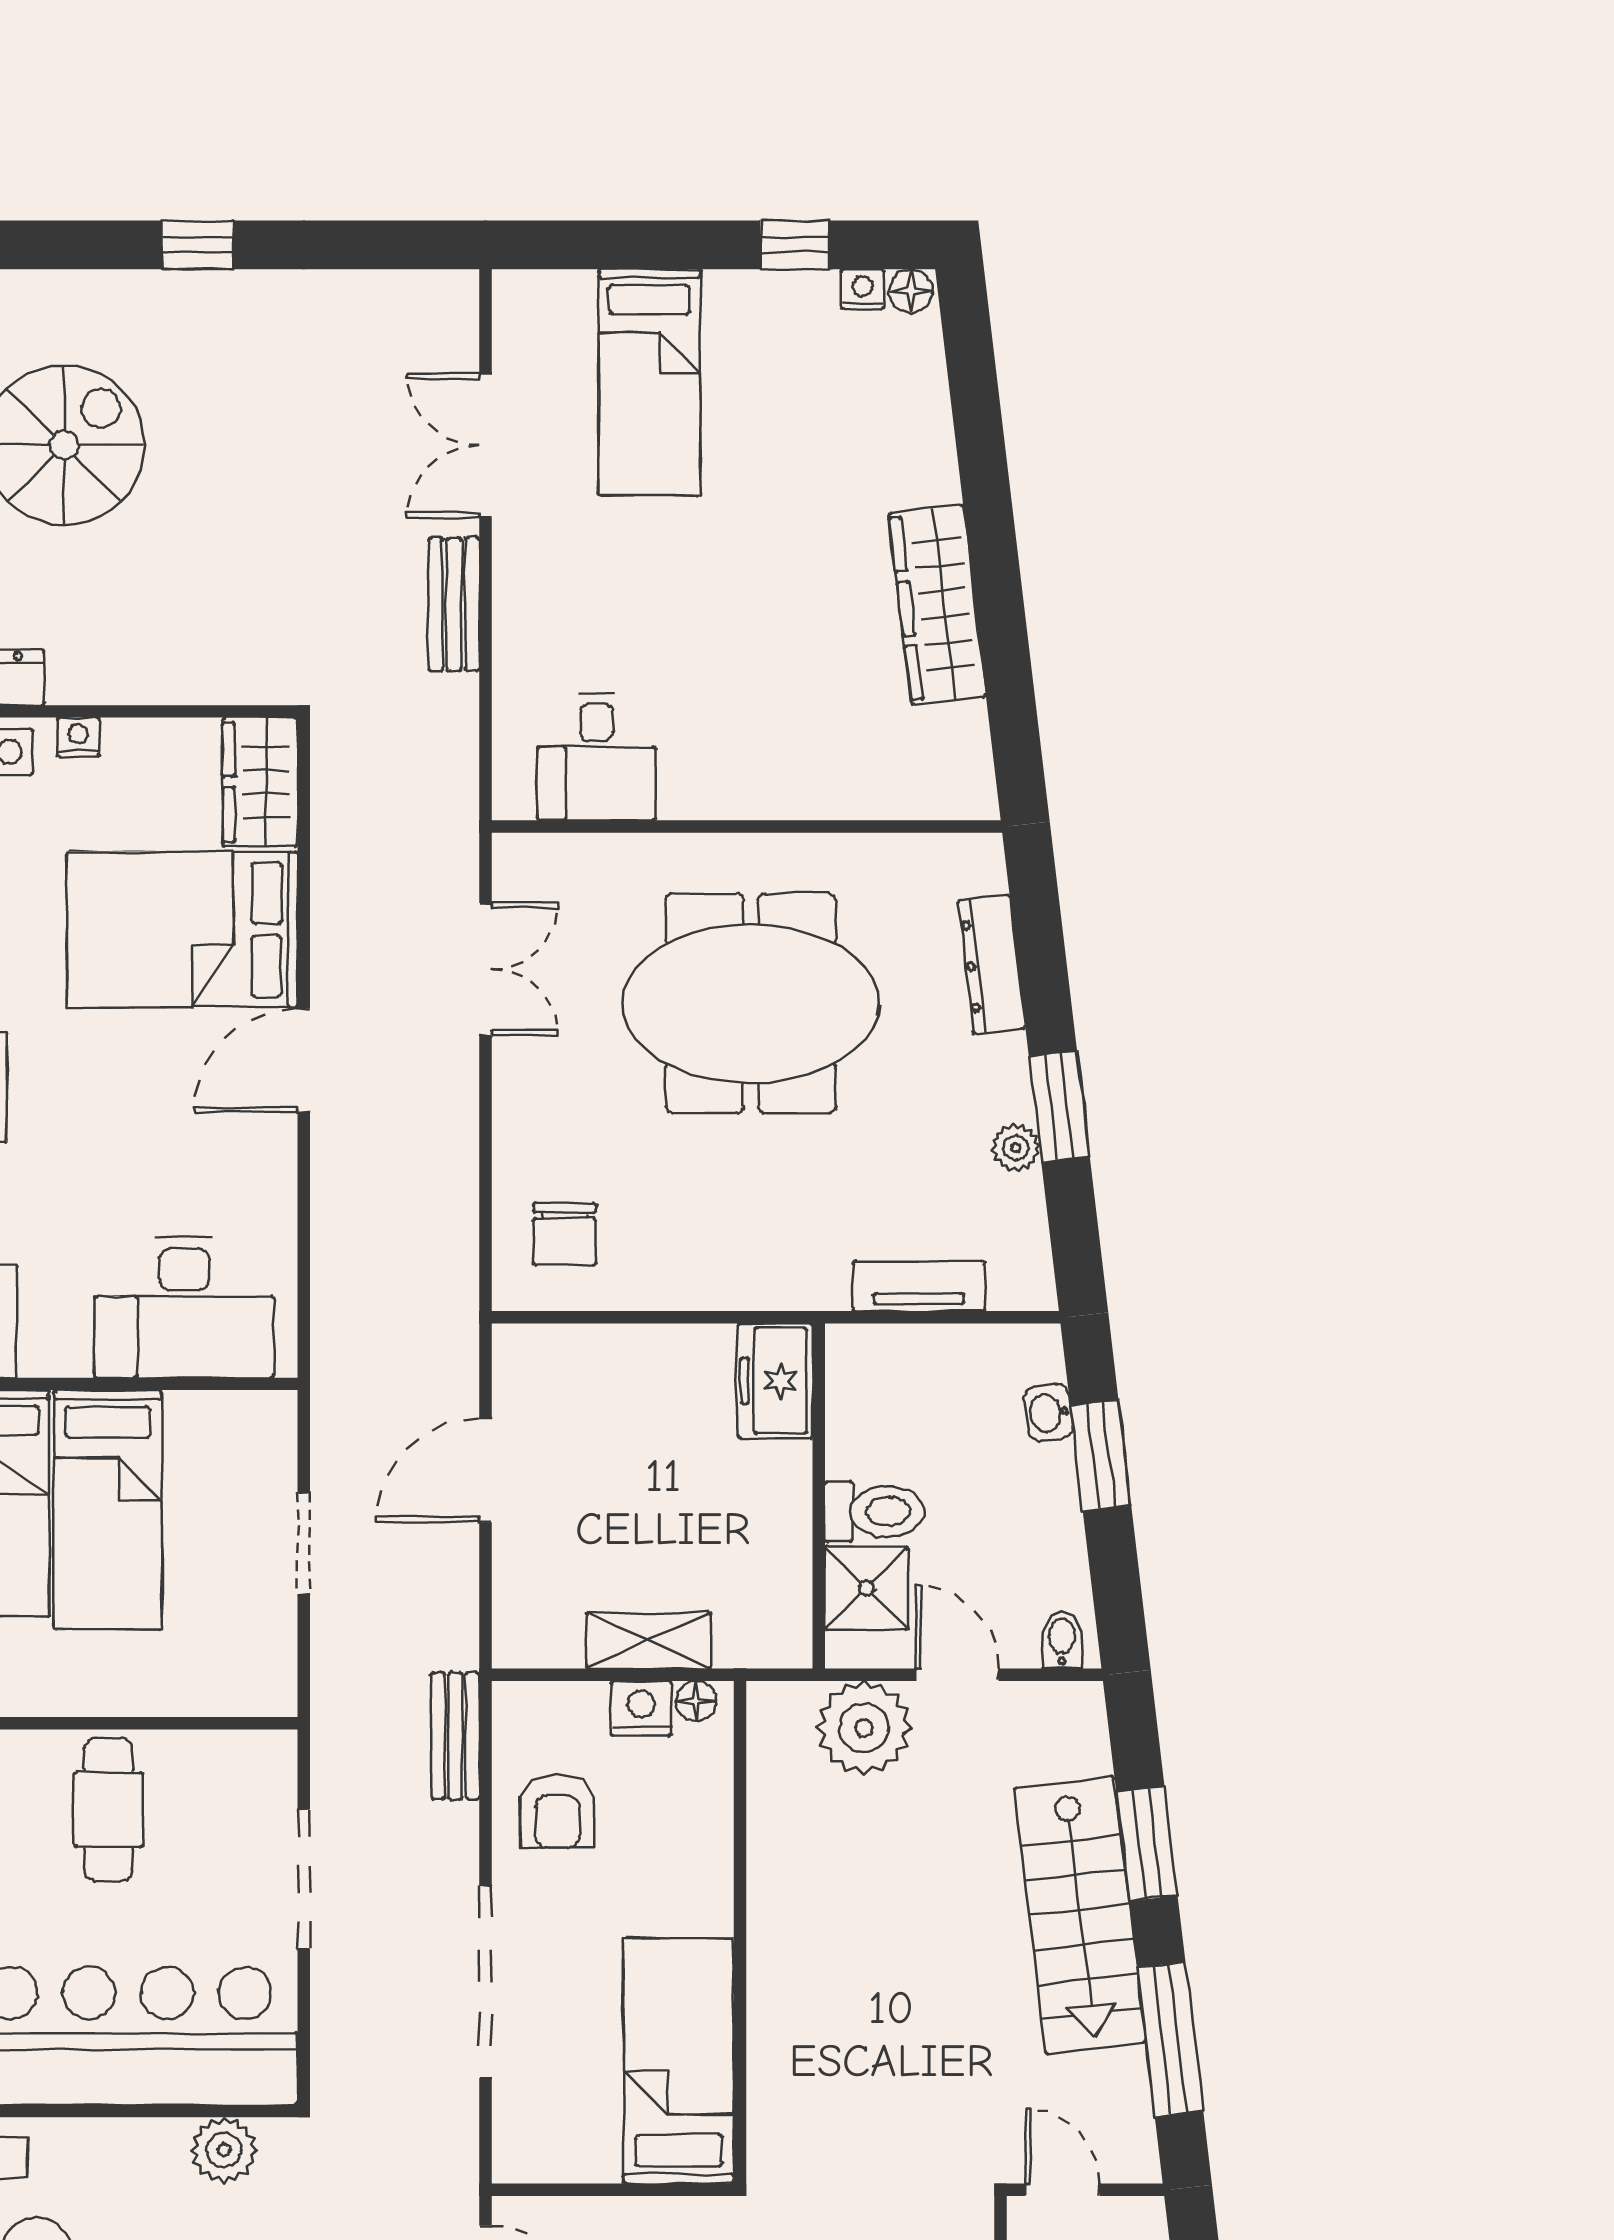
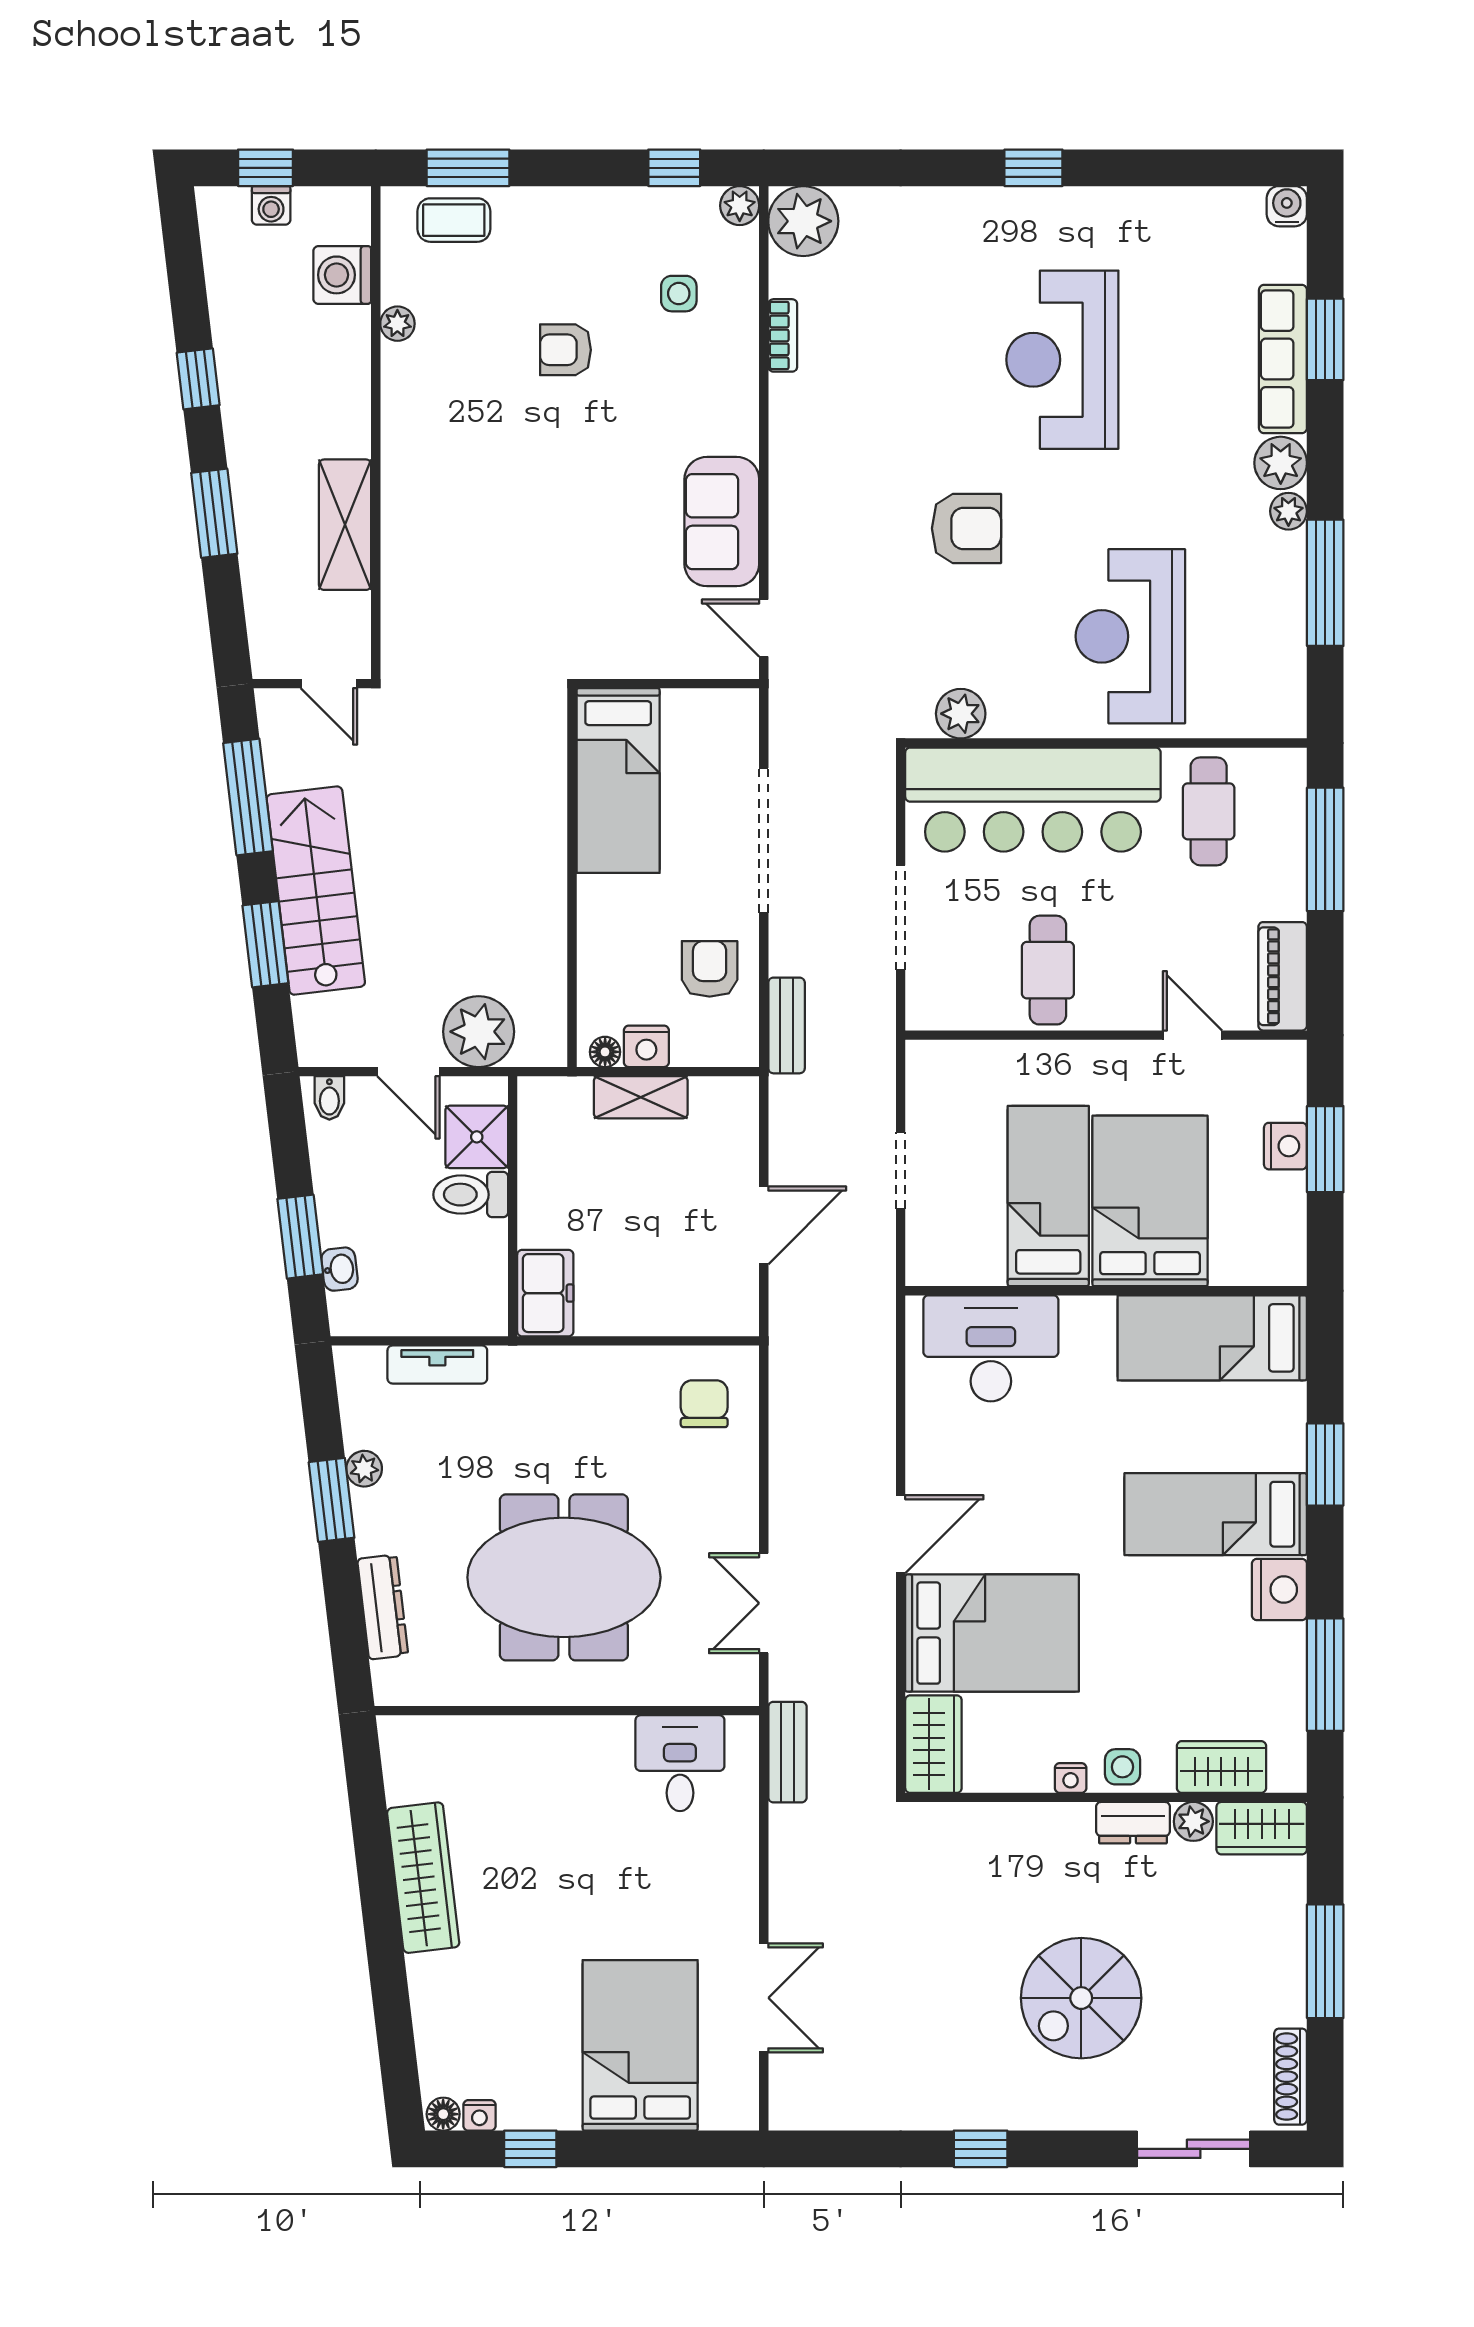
bed: (649, 382) -> (640, 2045), width x1.50
bench: (454, 604) -> (787, 1752), moved

